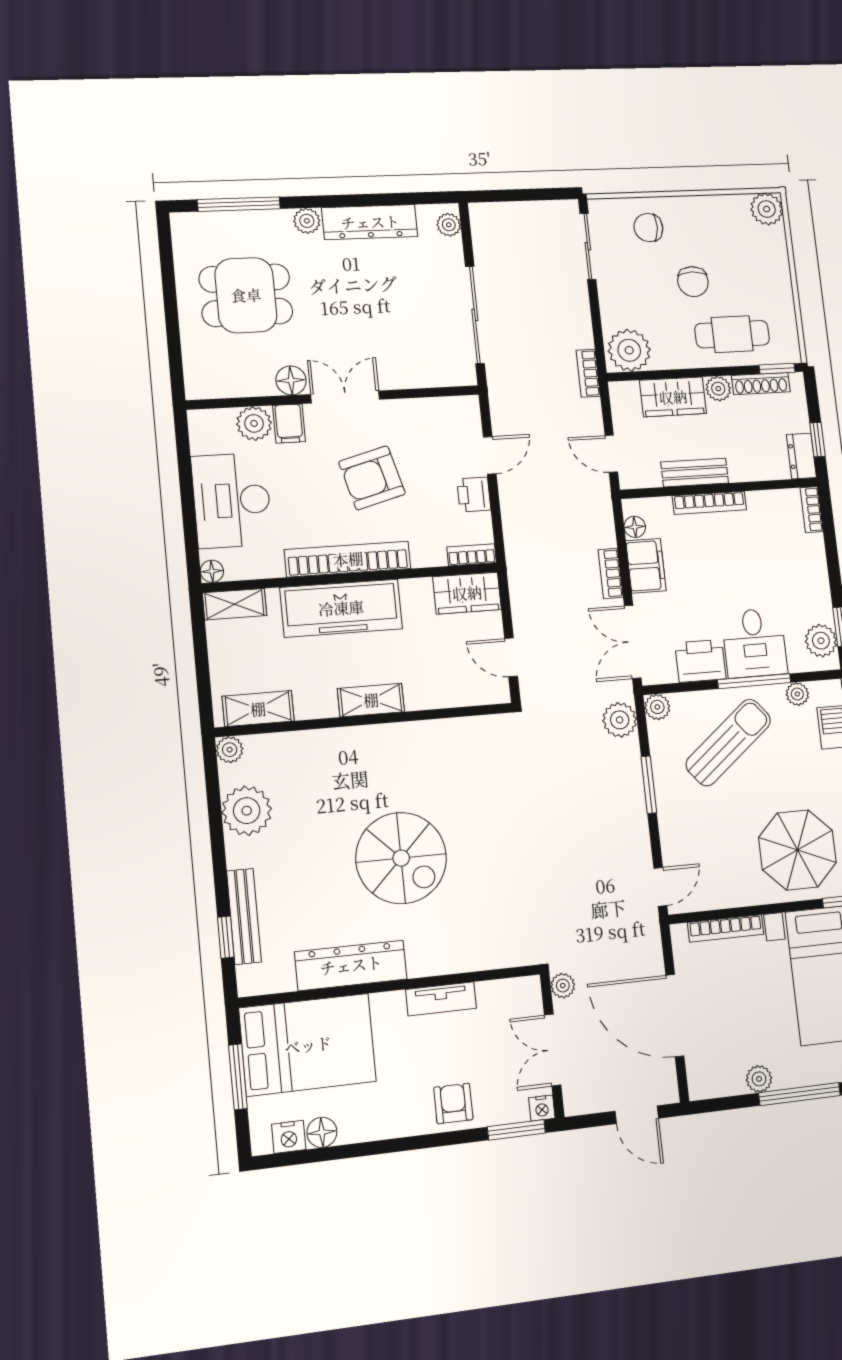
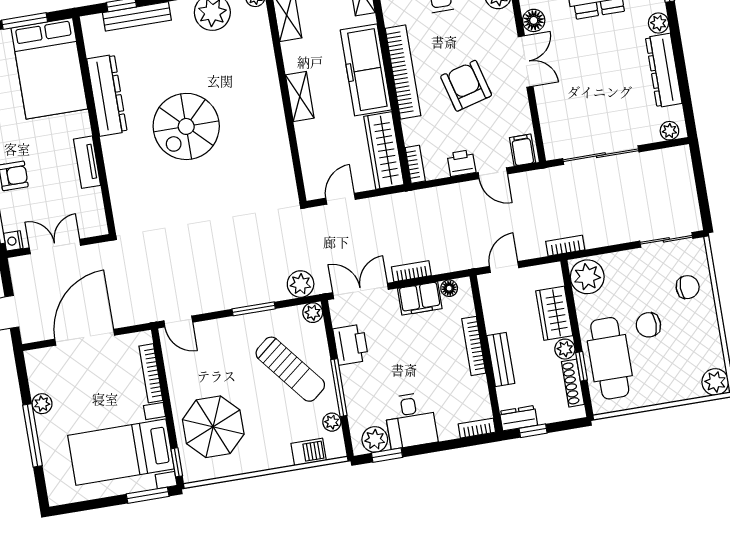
chair: (648, 228) -> (688, 287), turned 87
cafe table: (732, 334) -> (610, 358), width x1.37, depth x1.35
window: (777, 369) -> (581, 366), moved
filing cabinet: (289, 424) -> (523, 150), moved, turned 90
bench: (695, 473) -> (501, 359), moved
wardrobe: (467, 593) -> (384, 150), width x1.50
desk: (754, 643) -> (411, 420), moved, turned -90
plant: (563, 986) -> (102, 252), removed

